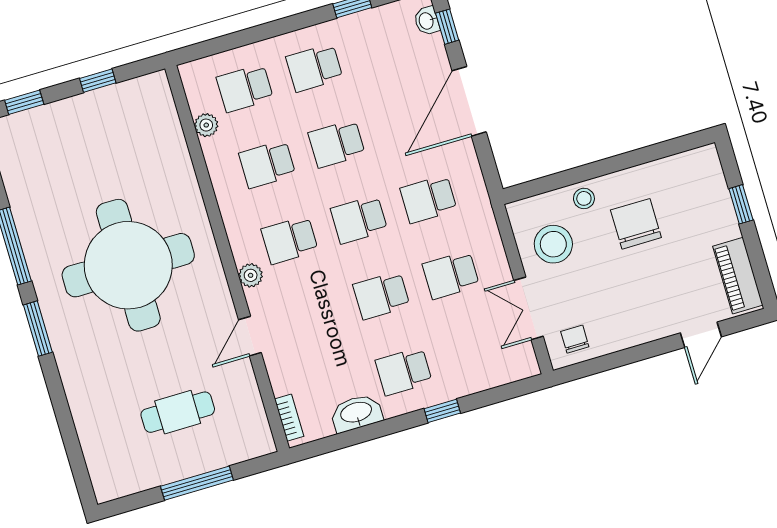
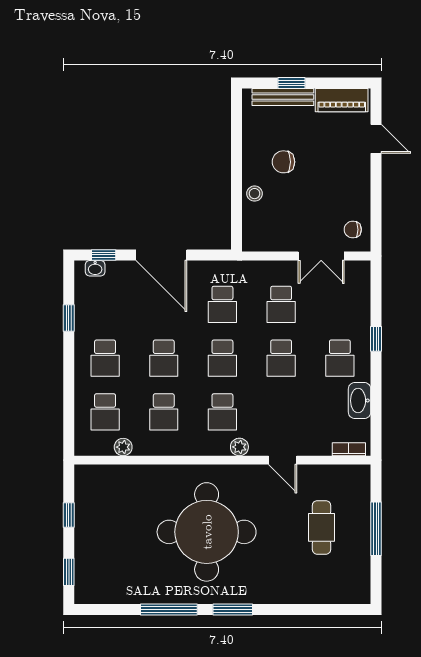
bench: (720, 198) -> (283, 97), added
chair: (636, 224) -> (283, 162), width x0.73, depth x0.73
stool: (553, 244) -> (281, 225), removed

